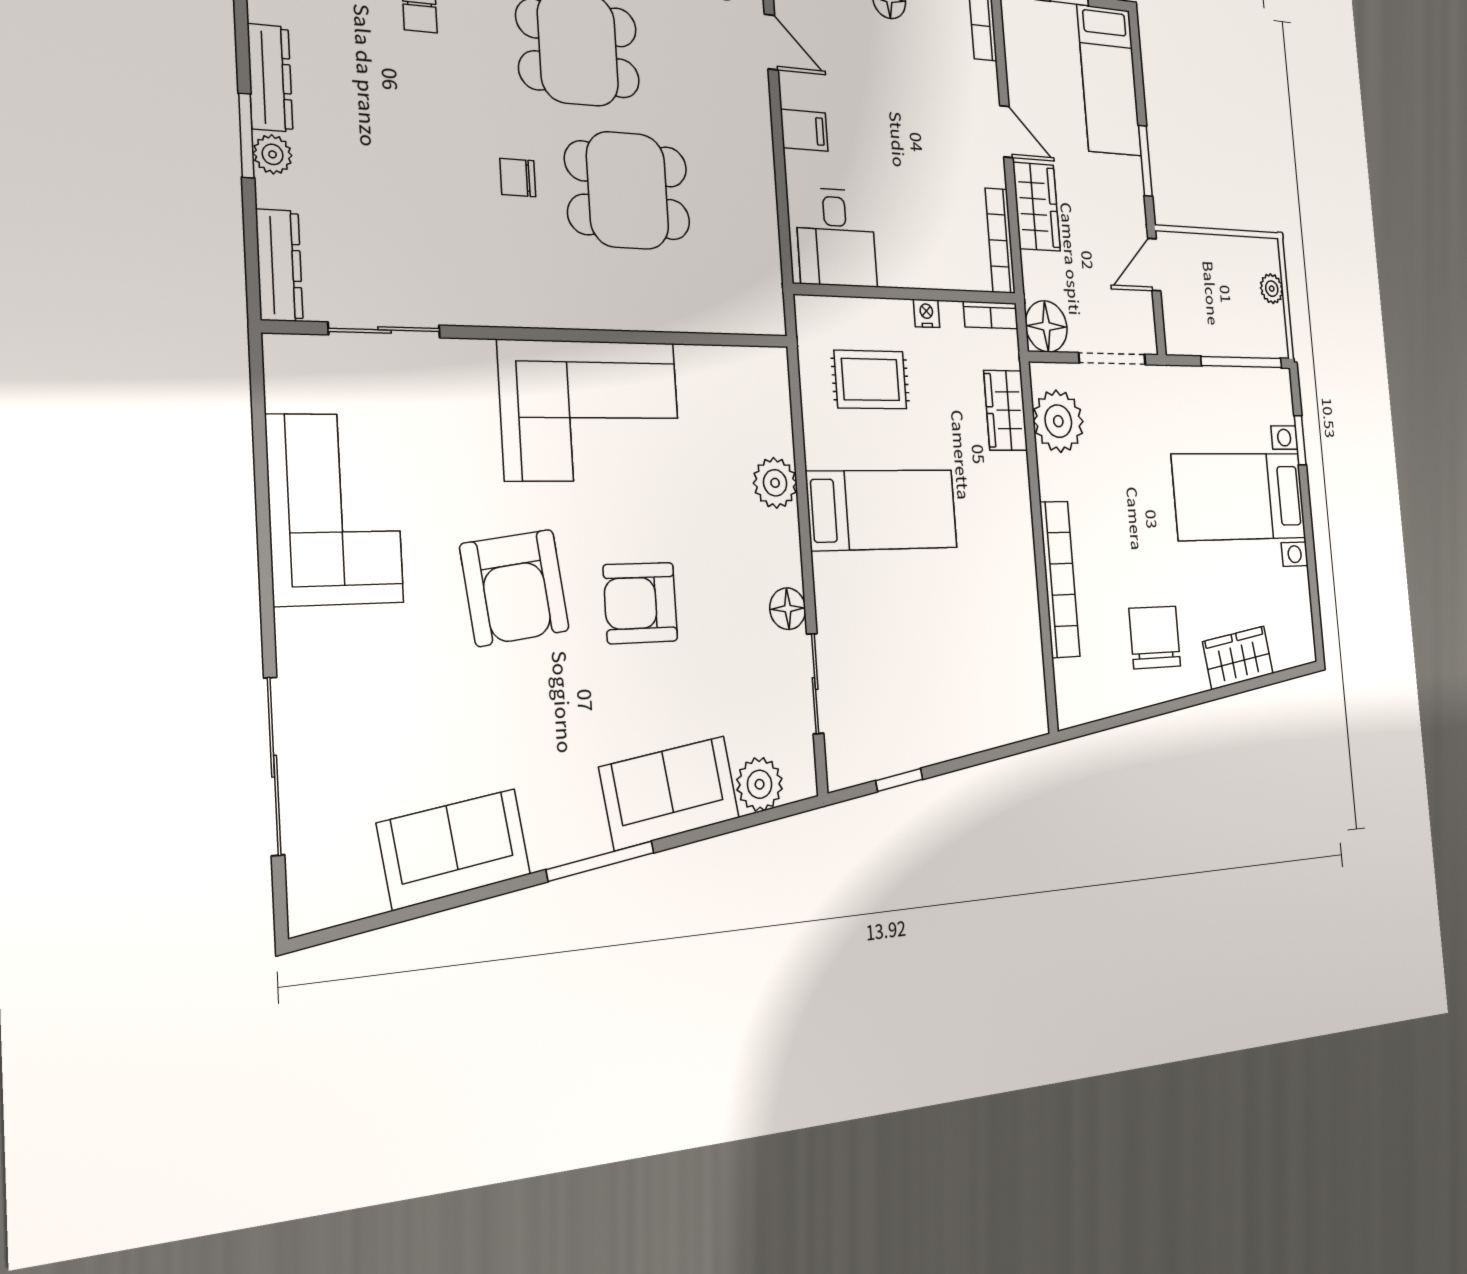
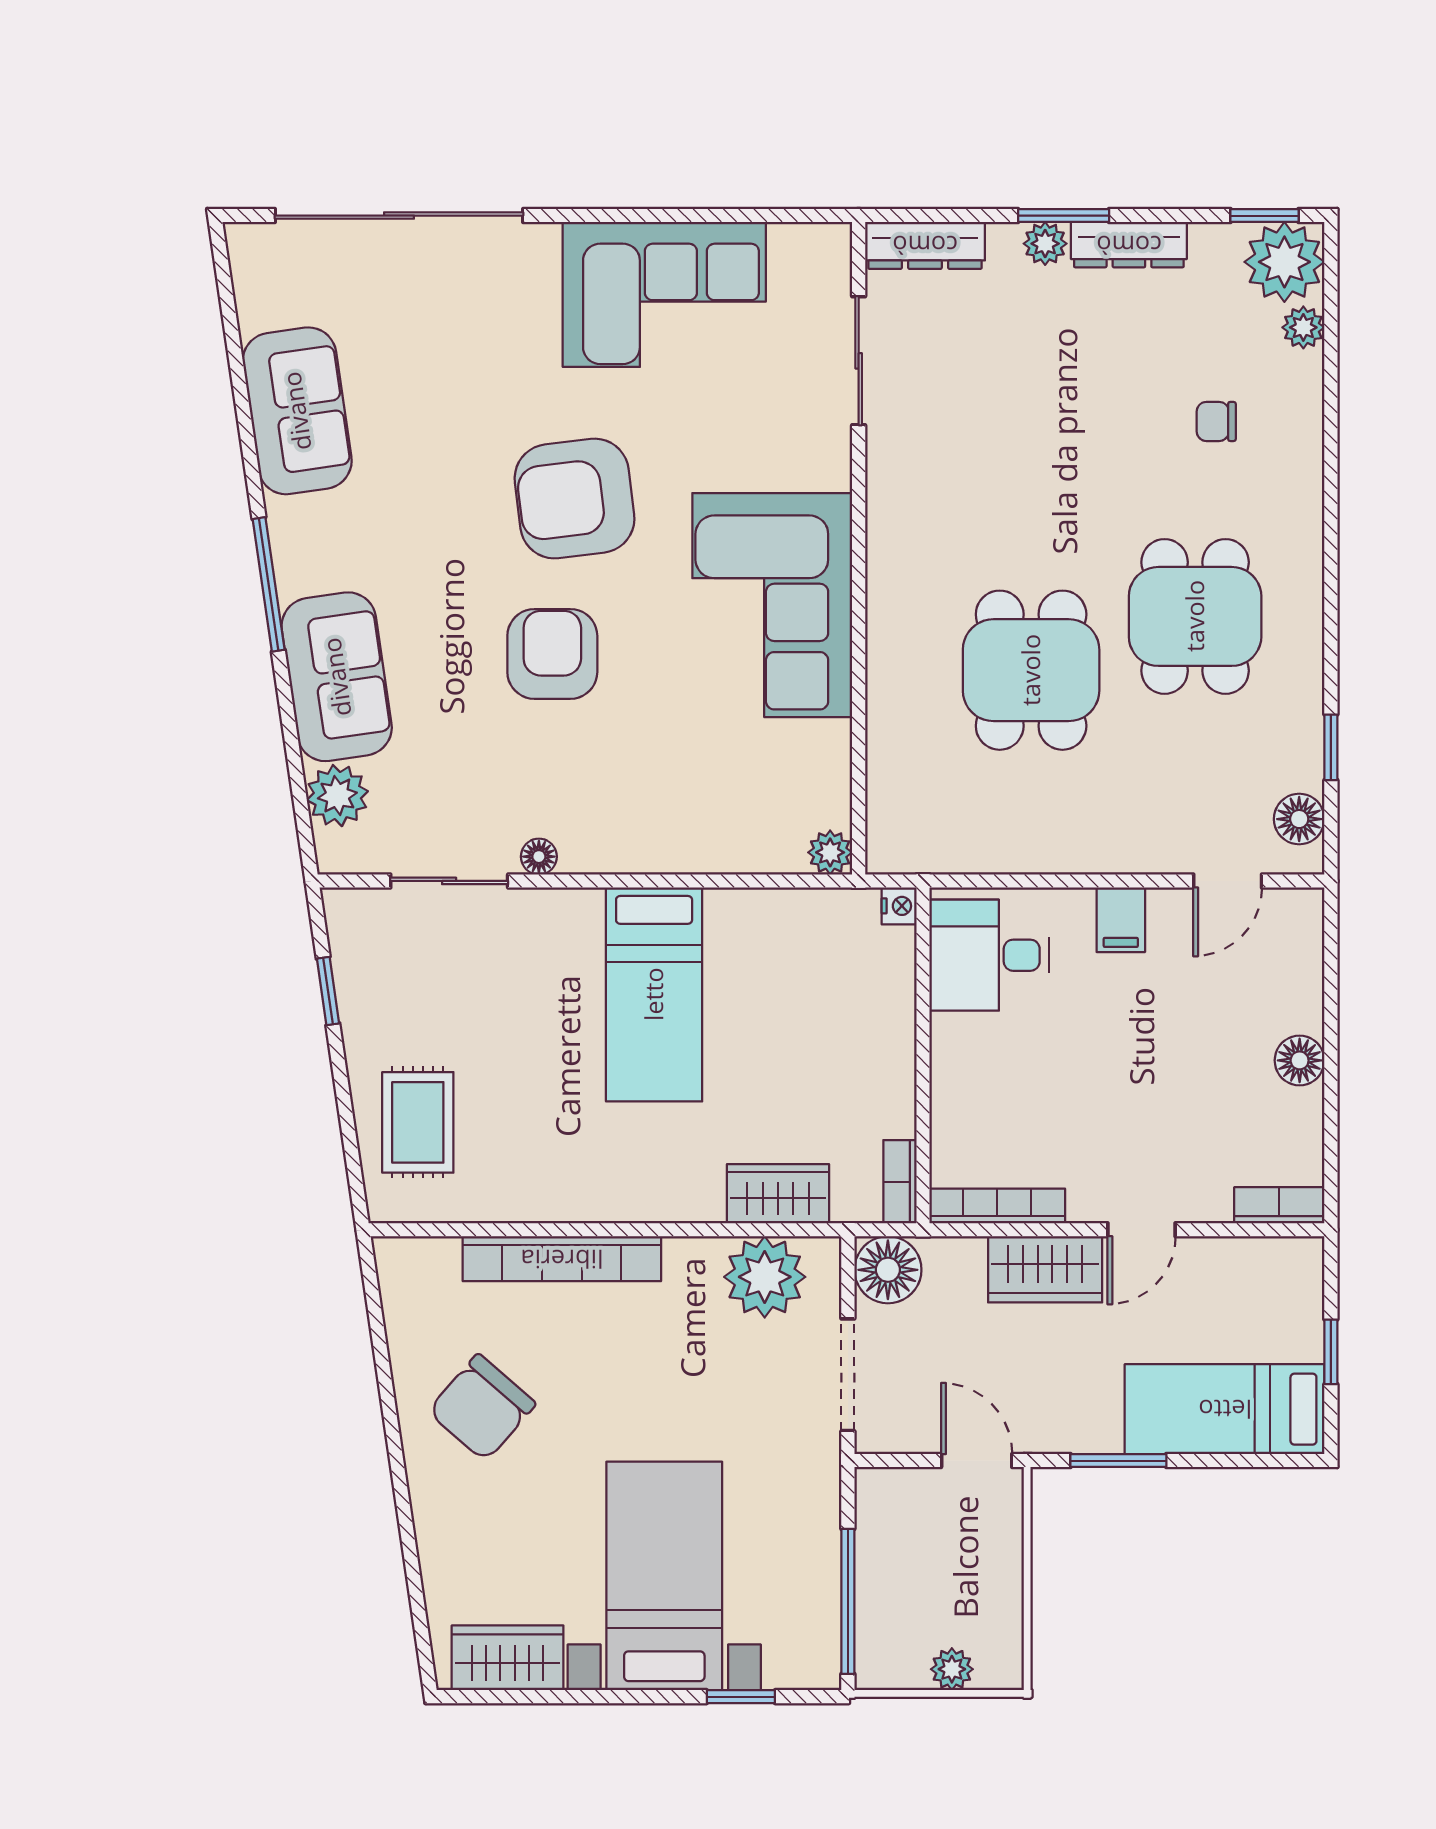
chair: (518, 178) -> (1038, 530), removed
nightstand: (926, 313) -> (899, 906), moved
rug: (870, 380) -> (418, 1122), moved
plant: (775, 483) -> (830, 852), moved, width x0.73, depth x0.73
floor lamp: (788, 609) -> (539, 857), width x0.73, depth x0.73
chair: (1155, 637) -> (482, 1408), turned 131
wardrobe: (1238, 658) -> (508, 1658), moved, turned -82
sliding door: (274, 766) -> (399, 216), width x1.36

